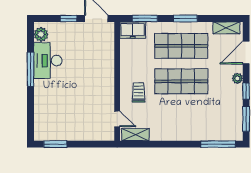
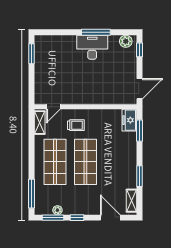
window: (68, 18) -> (139, 50), moved
window: (185, 18) -> (139, 176), moved
shop shelf: (181, 46) -> (55, 162), moved
desk: (48, 61) -> (92, 47), moved
plant: (237, 78) -> (57, 210), moved

